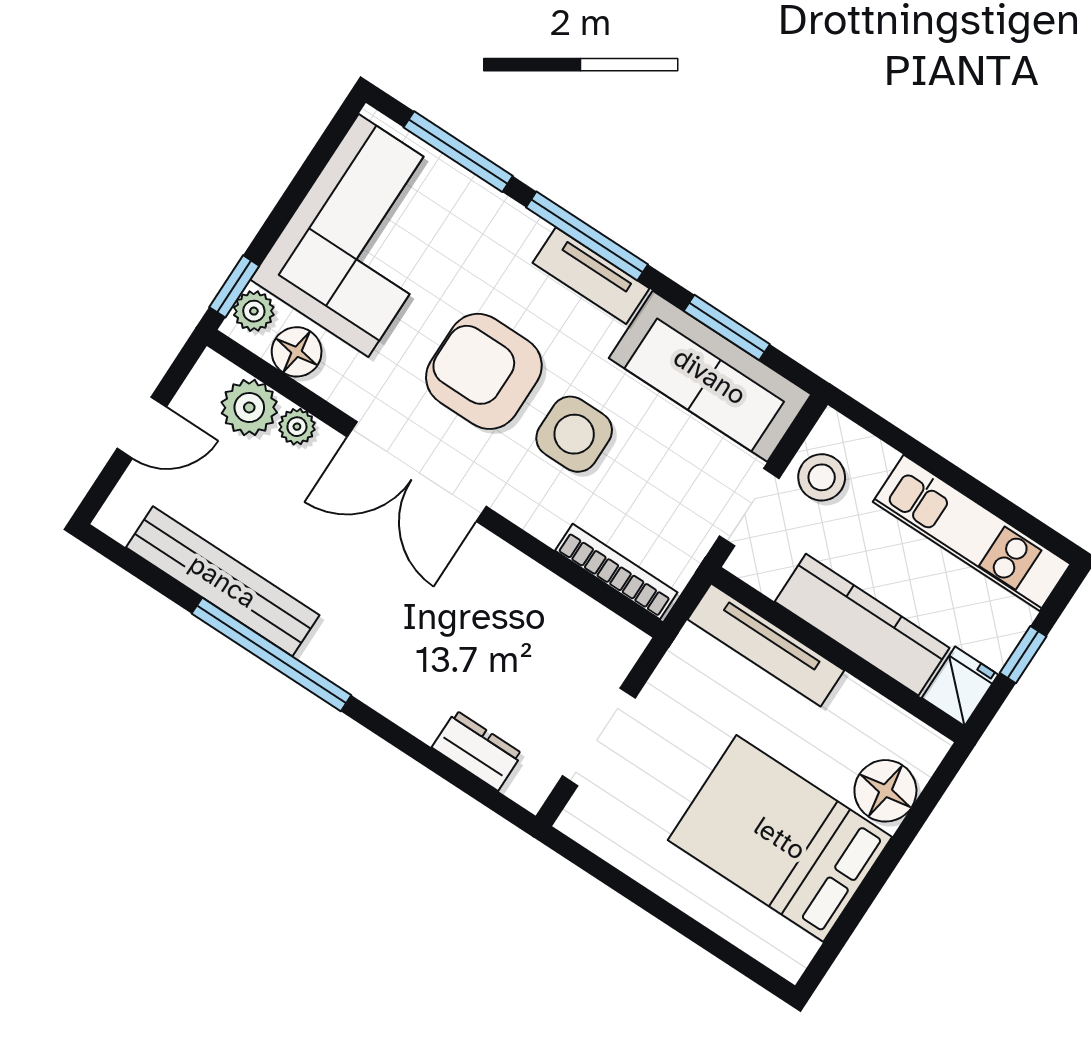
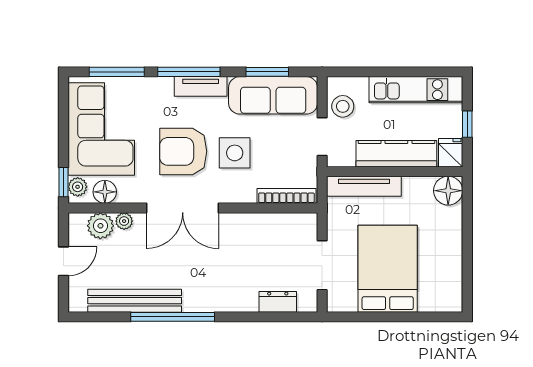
floor lamp: (885, 791) -> (448, 191), moved
bed: (780, 838) -> (388, 269), moved, turned 90

